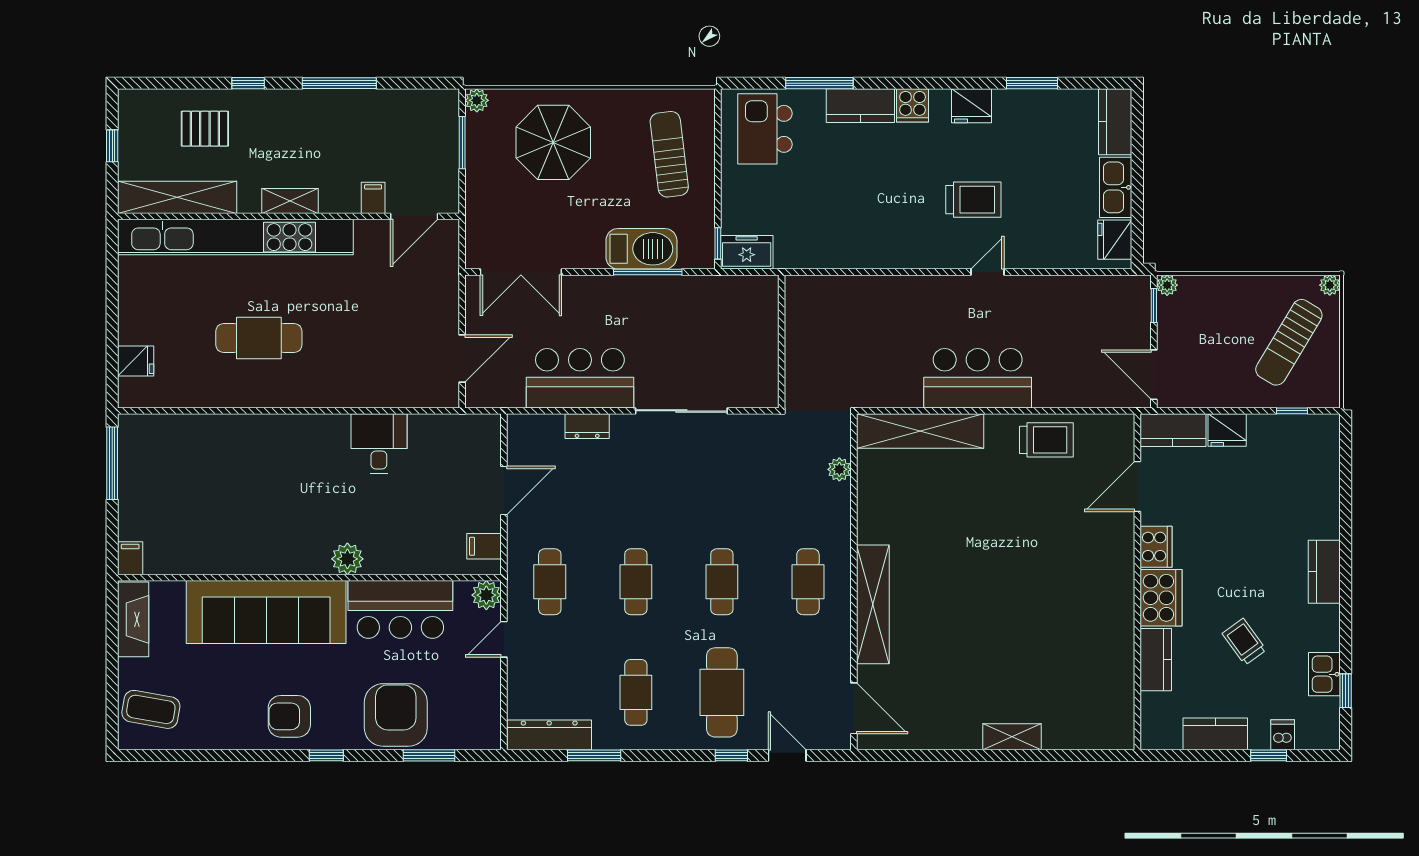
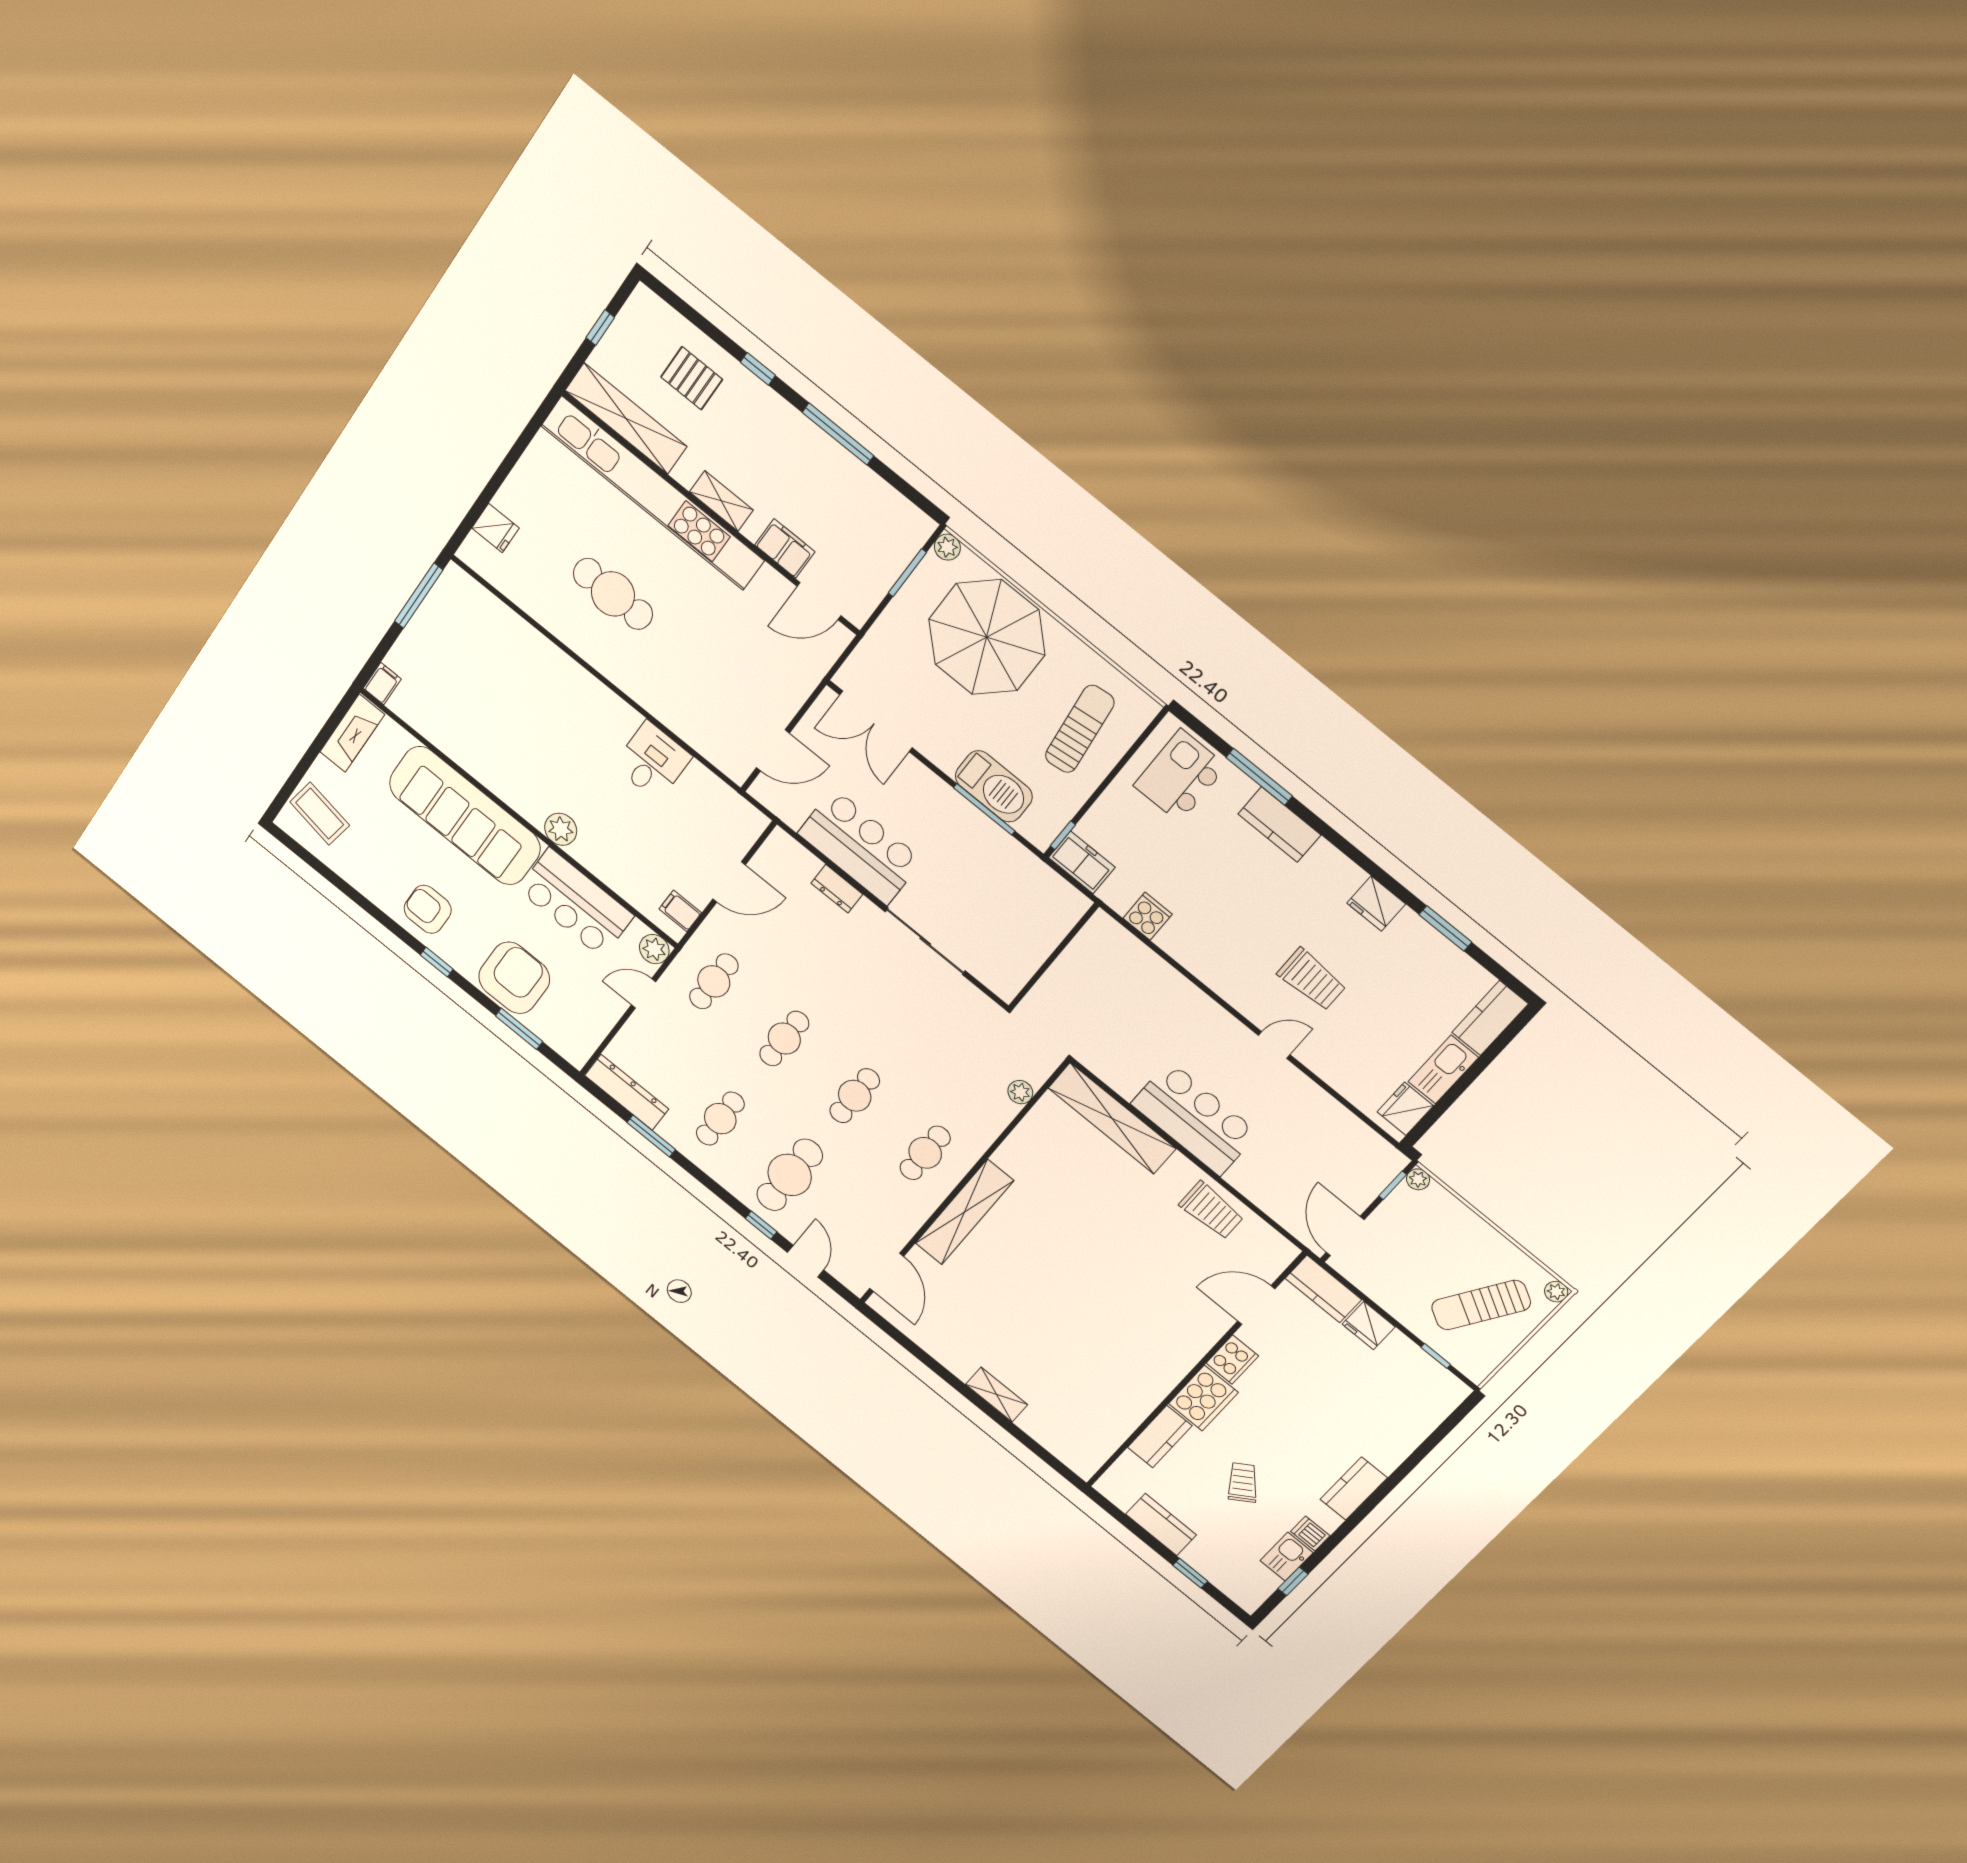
cooker: (913, 105) -> (1148, 916), moved, turned 180
parasol: (553, 142) -> (987, 637), width x1.36, depth x1.36
filing cabinet: (373, 198) -> (785, 548), width x2.00
dishwasher: (1283, 735) -> (1310, 1534), moved, turned -90

